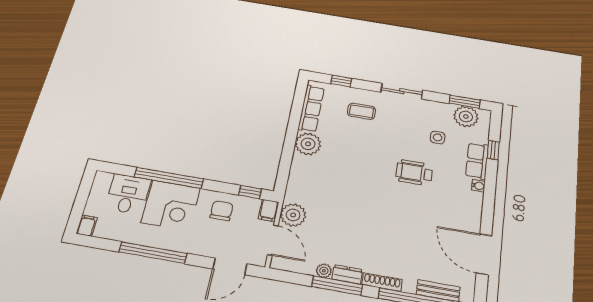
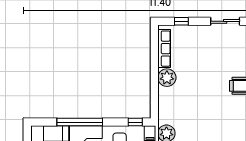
coffee table: (361, 111) -> (199, 44), removed

